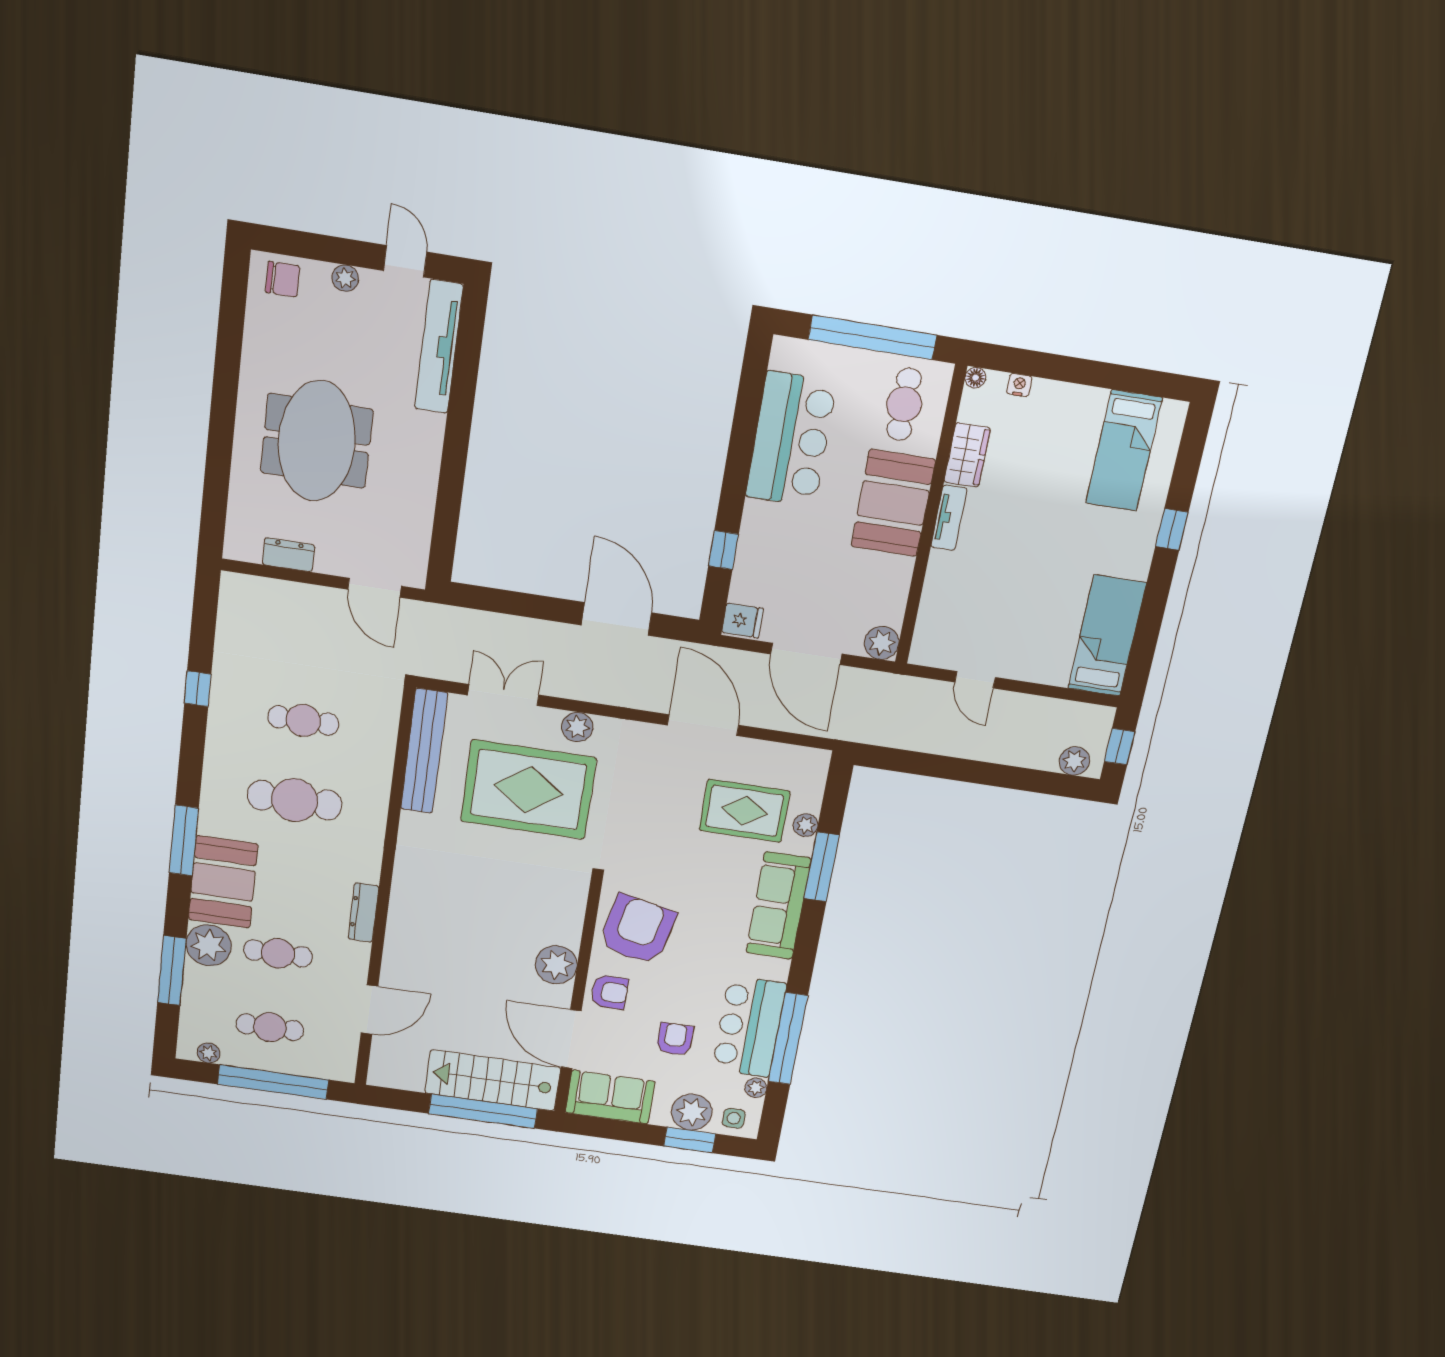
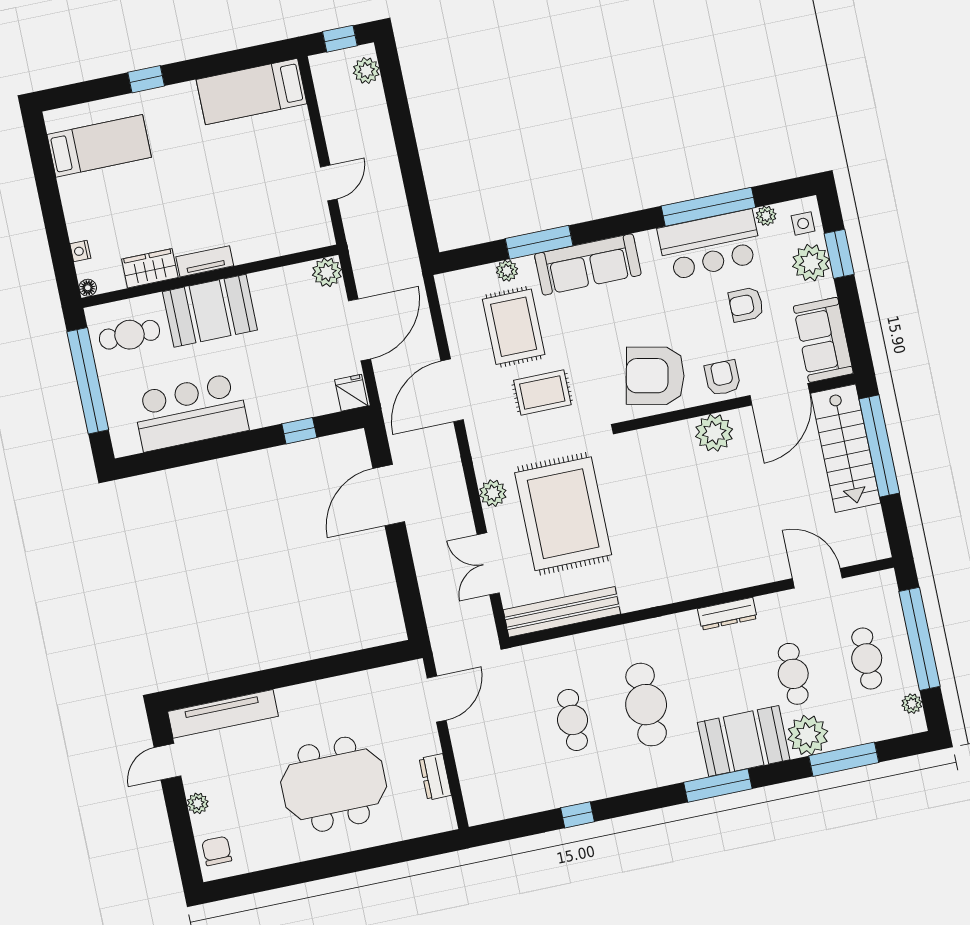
rug: (664, 814) -> (542, 392), added

